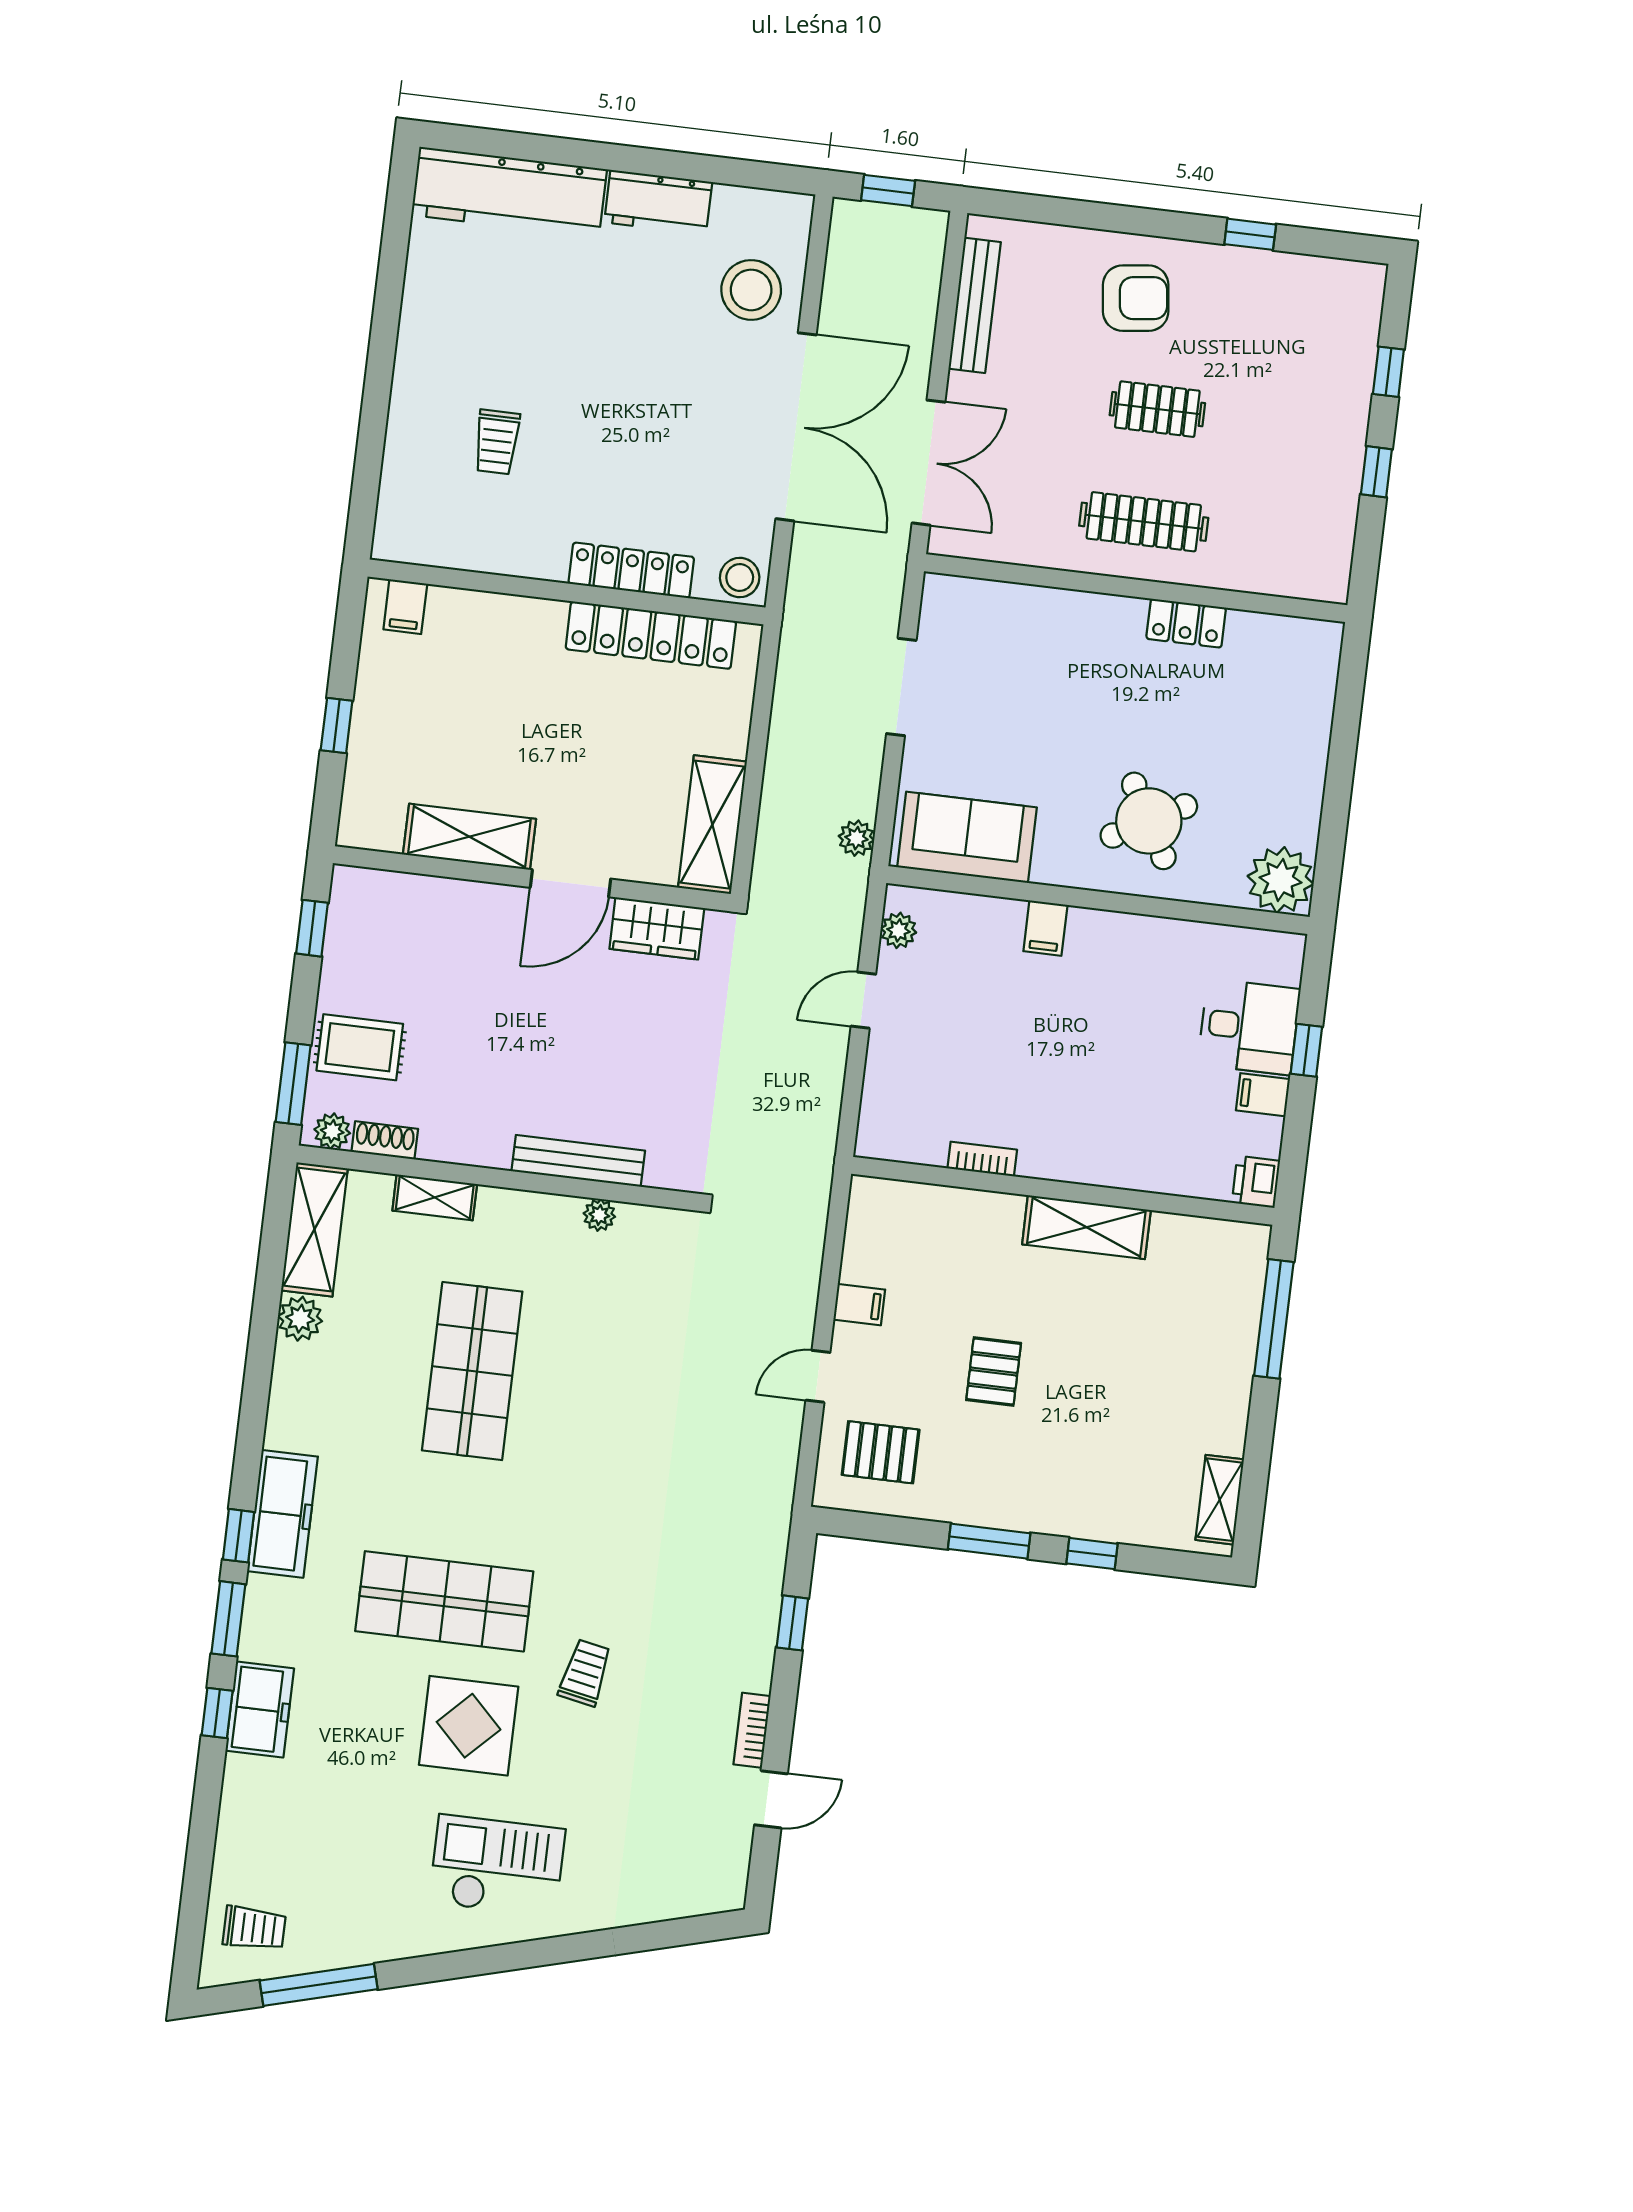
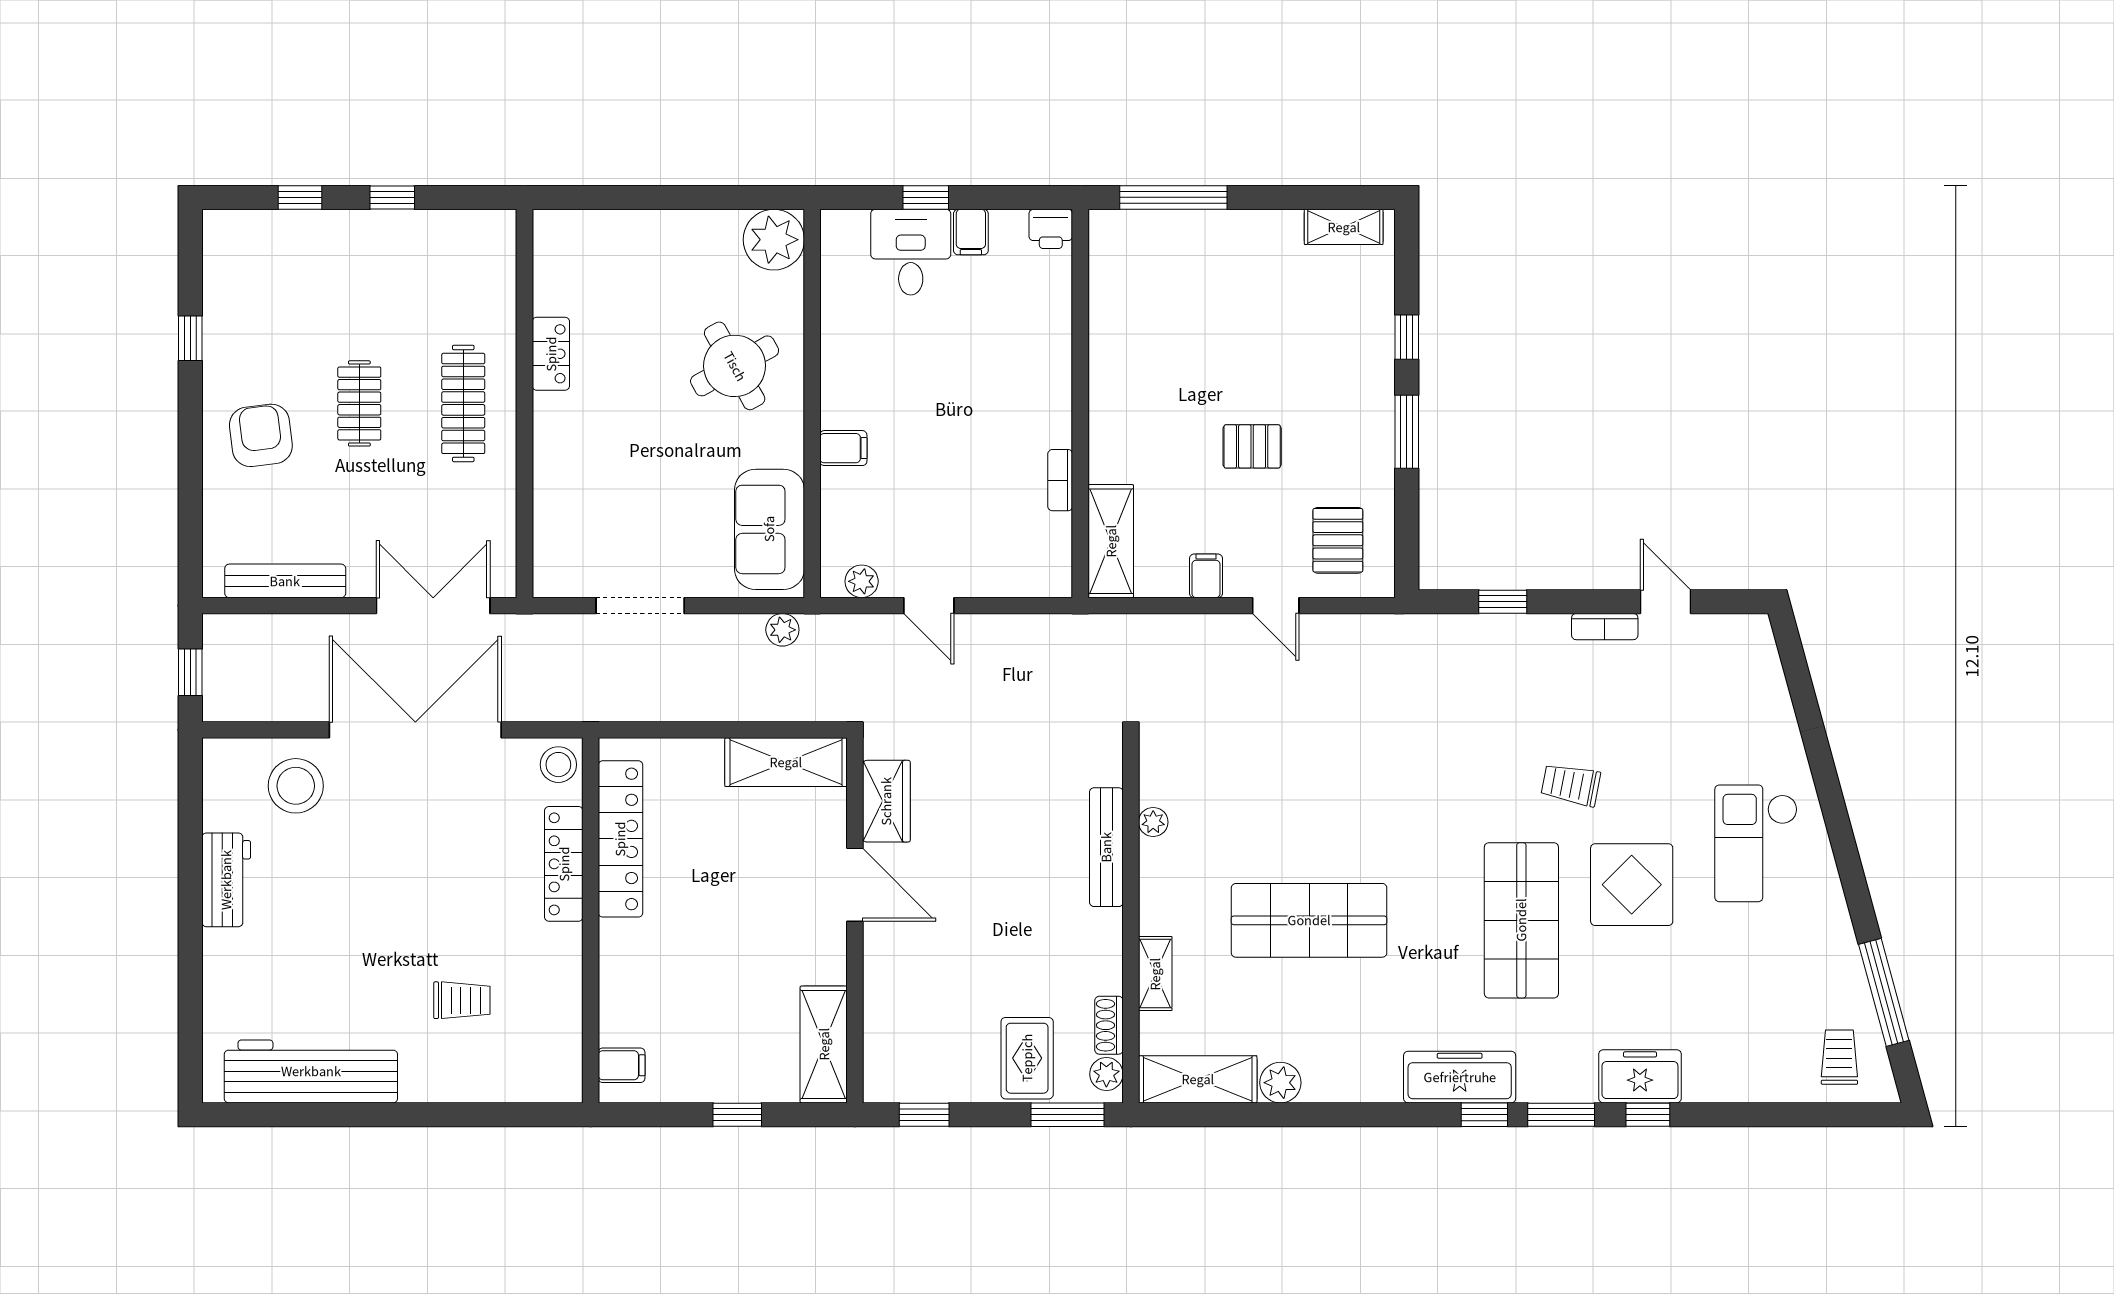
workbench: (509, 192) -> (311, 1071), moved, turned -90
shelving: (469, 837) -> (824, 1044), moved
shelving: (1086, 1227) -> (1111, 541), moved

